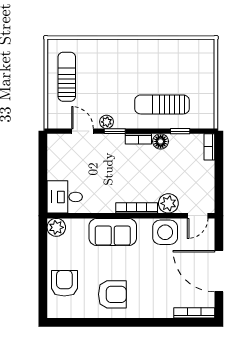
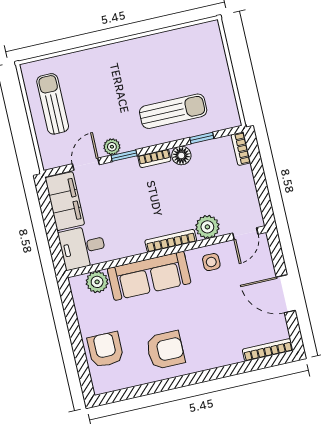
sun lounger: (162, 104) -> (173, 111), turned 180
door: (82, 131) -> (86, 164), hinge flipped
filing cabinet: (59, 157) -> (65, 201), added
plant: (56, 227) -> (97, 282), moved
sofa: (113, 232) -> (149, 276), width x1.36
side table: (165, 232) -> (211, 262), width x0.54, depth x0.54
door: (219, 271) -> (286, 294), width x0.73

